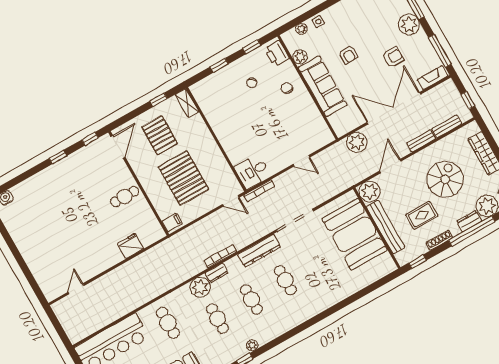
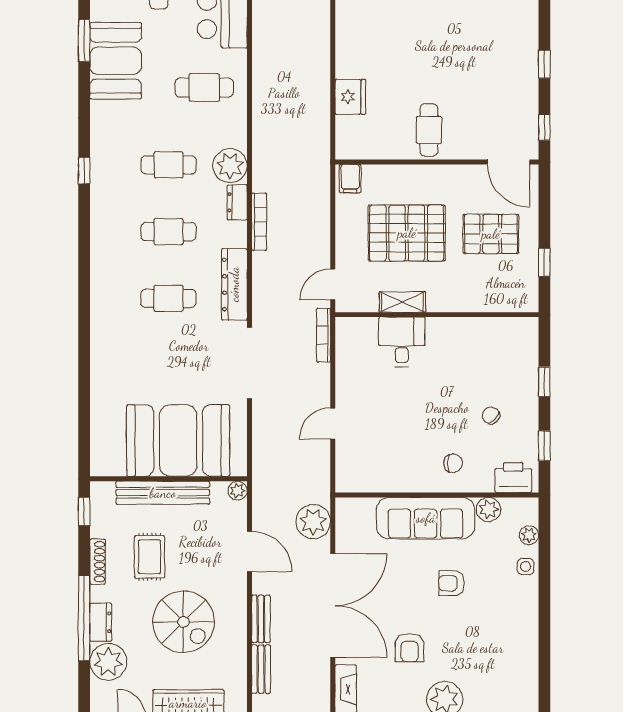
shelving: (187, 103) -> (402, 302), moved
desk: (253, 171) -> (402, 342), moved
plant: (369, 191) -> (238, 491), width x0.53, depth x0.53
plant: (252, 345) -> (99, 194), removed

